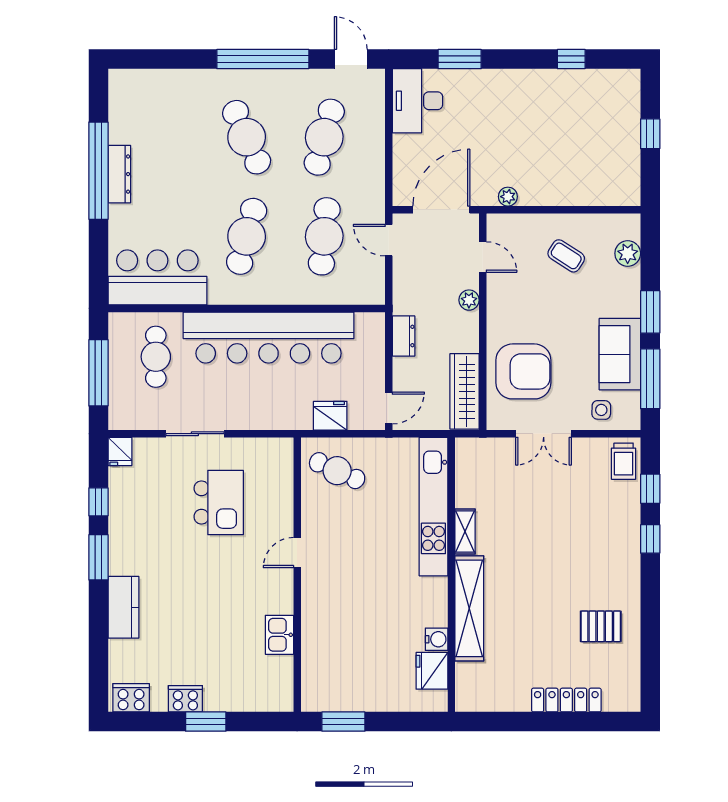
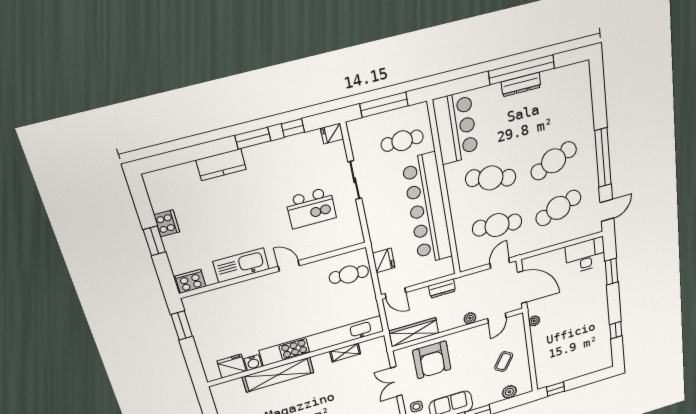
window: (650, 134) -> (556, 389), moved
cafe table: (324, 137) -> (558, 208), turned -36
cafe table: (337, 471) -> (349, 275), turned 70
kitchen unit: (433, 507) -> (322, 341), width x1.36
shelving: (465, 531) -> (345, 353), moved
kitchen sink: (279, 635) -> (241, 265), width x1.88, depth x1.24
cooker: (131, 698) -> (190, 281), moved, turned -90

